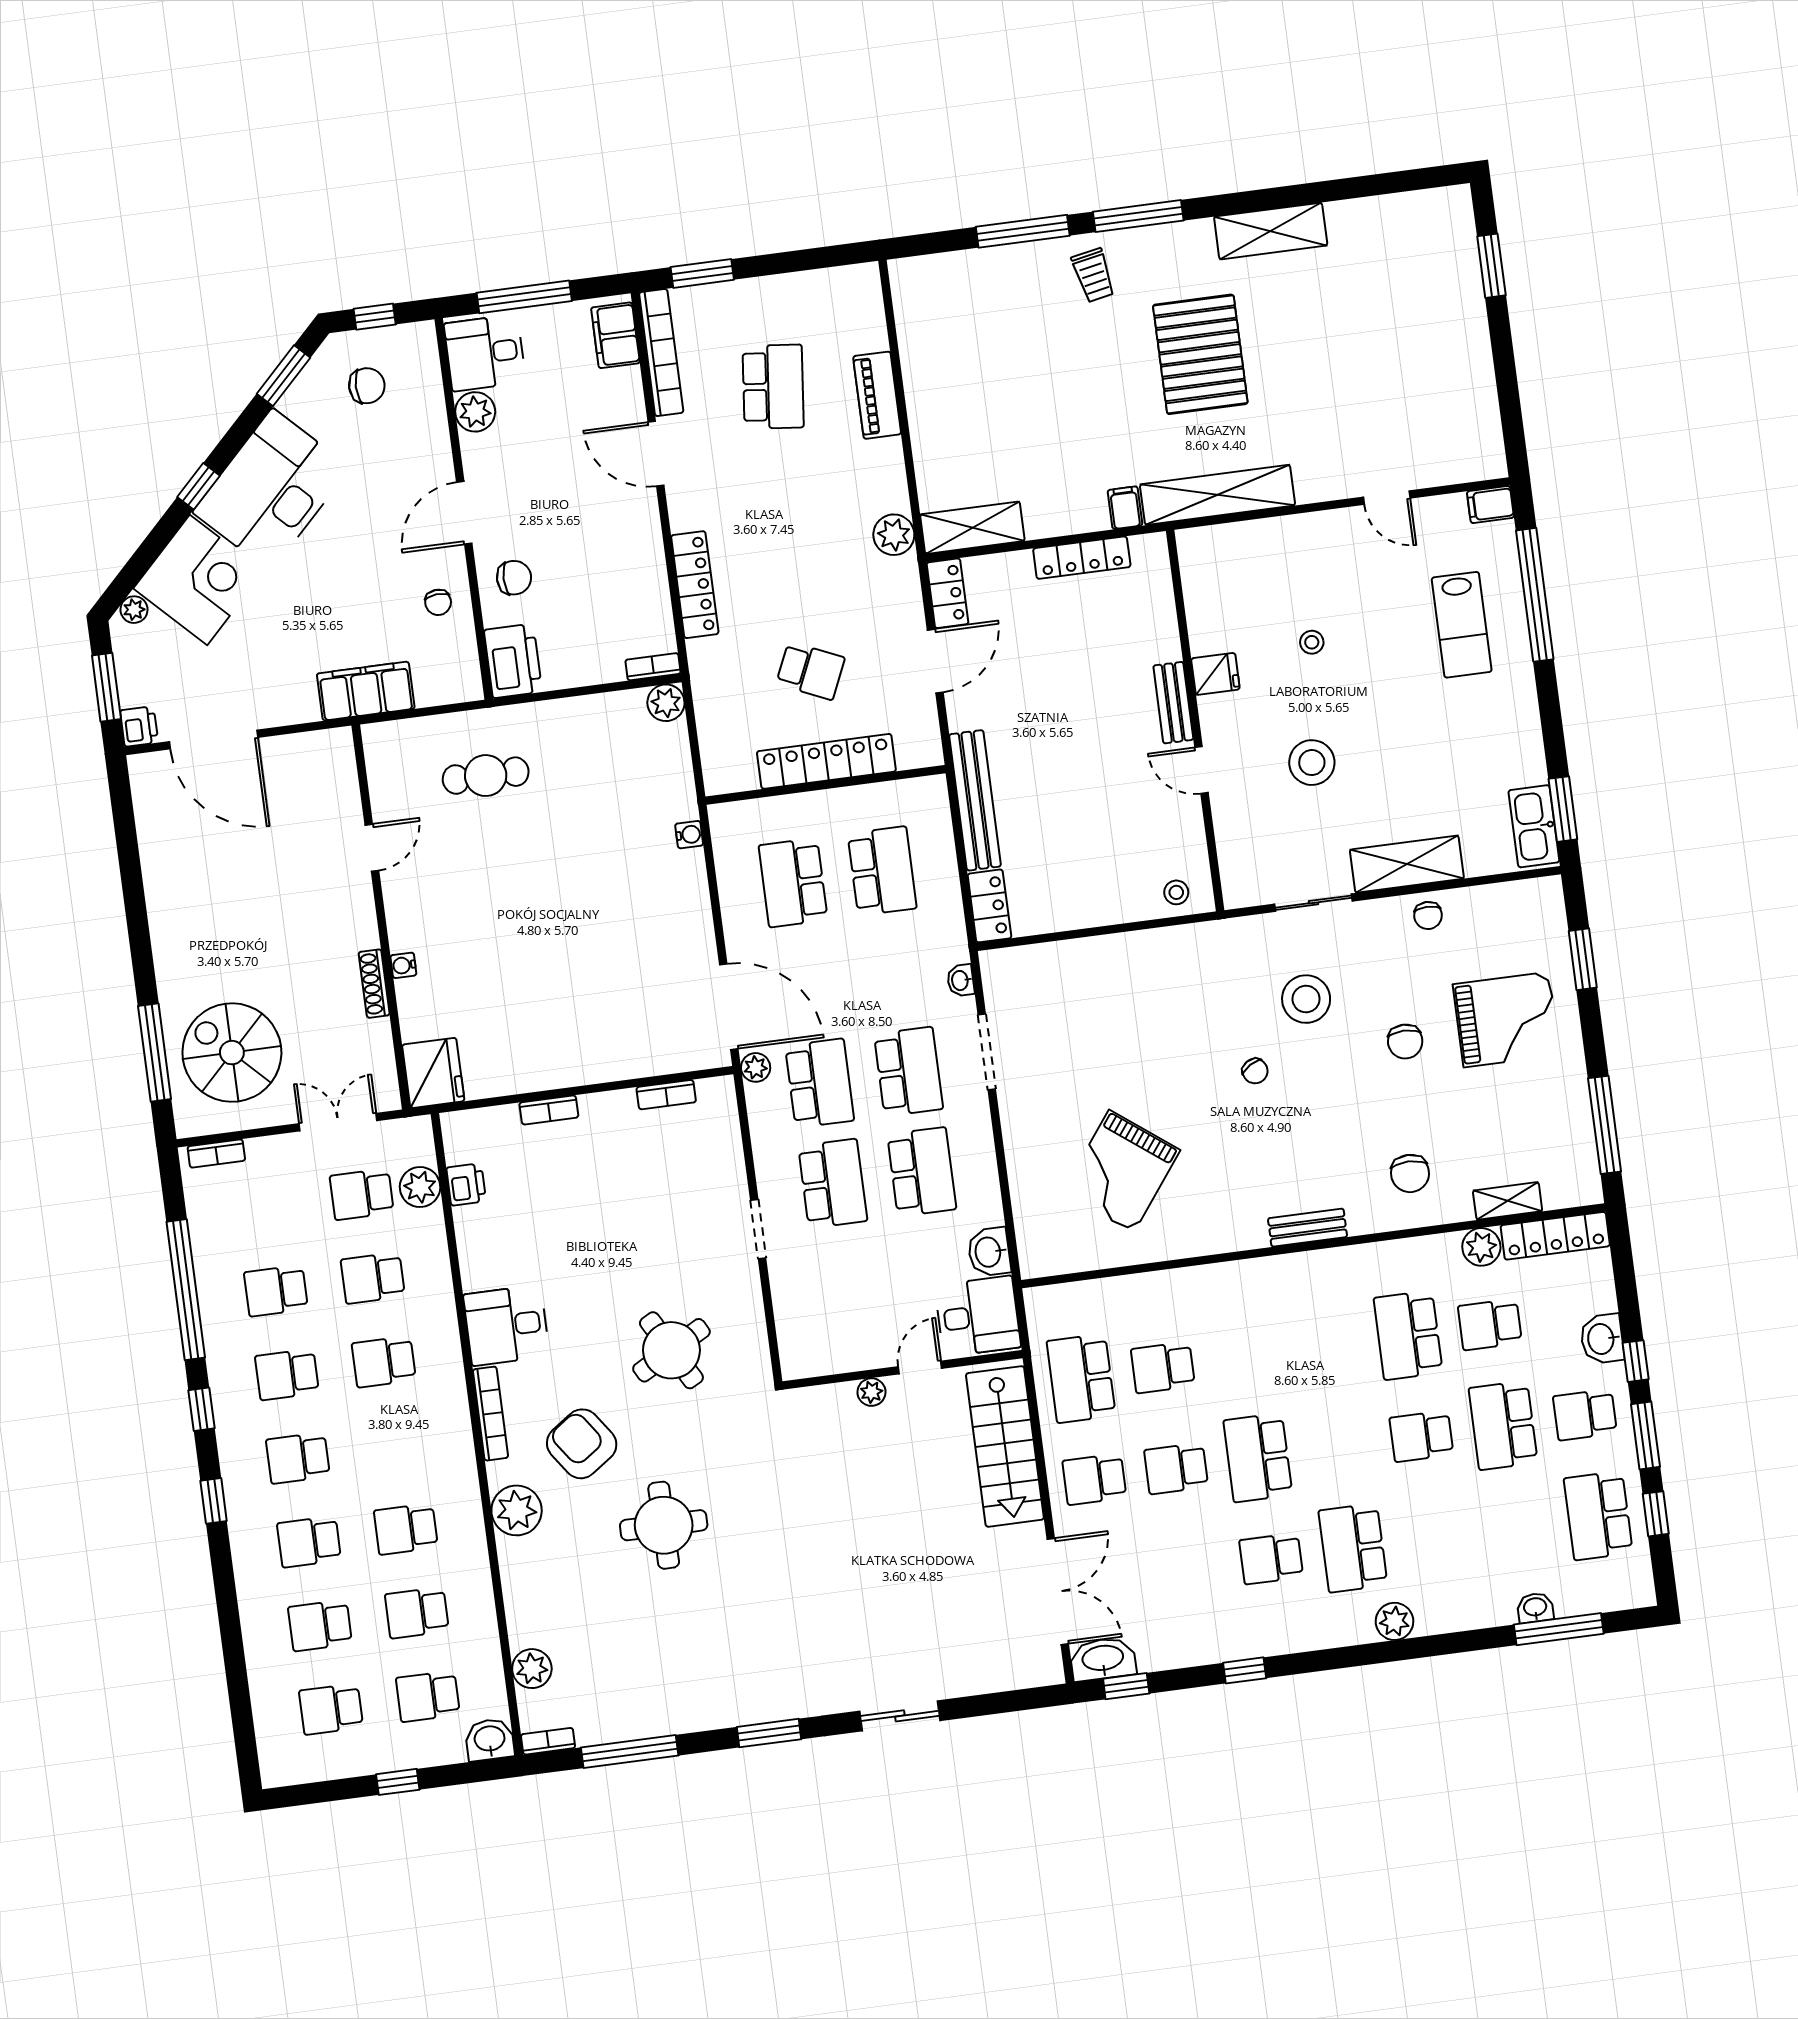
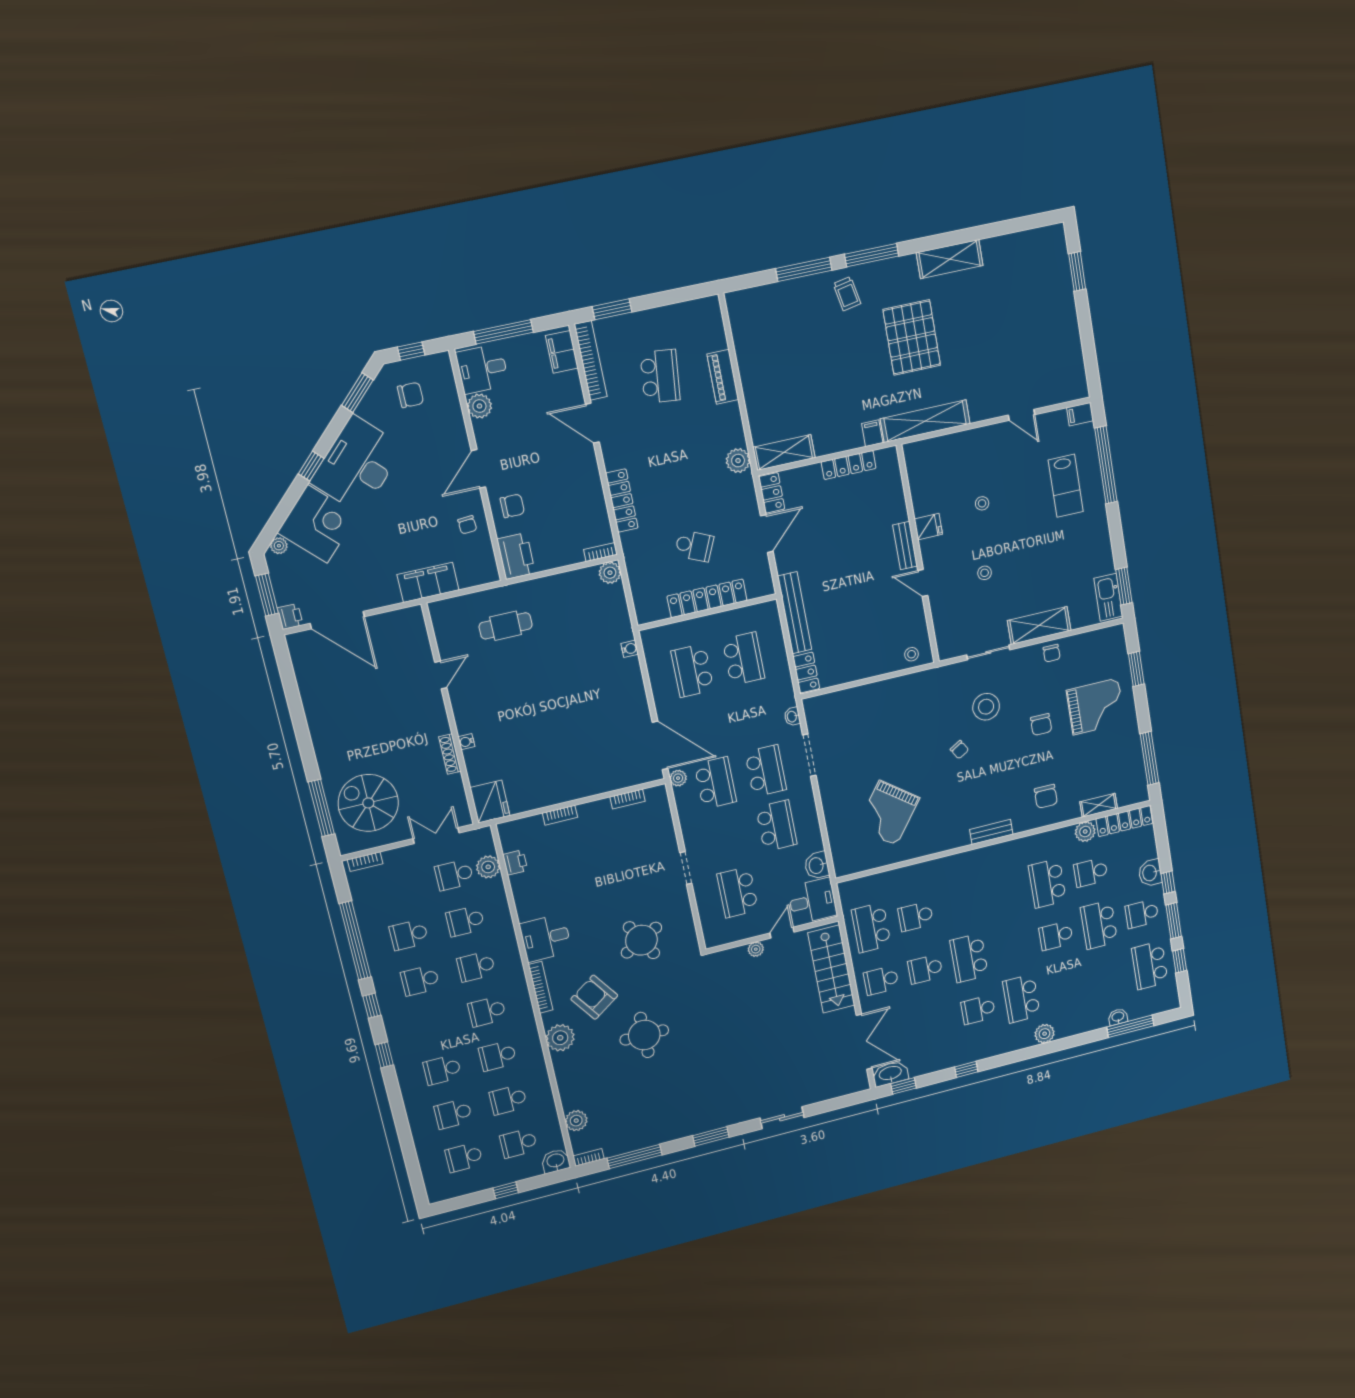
stool: (1312, 763) -> (985, 573), width x0.53, depth x0.53
school desk: (833, 1183) -> (738, 892), moved, turned 180
school desk: (298, 1458) -> (487, 1011), moved

